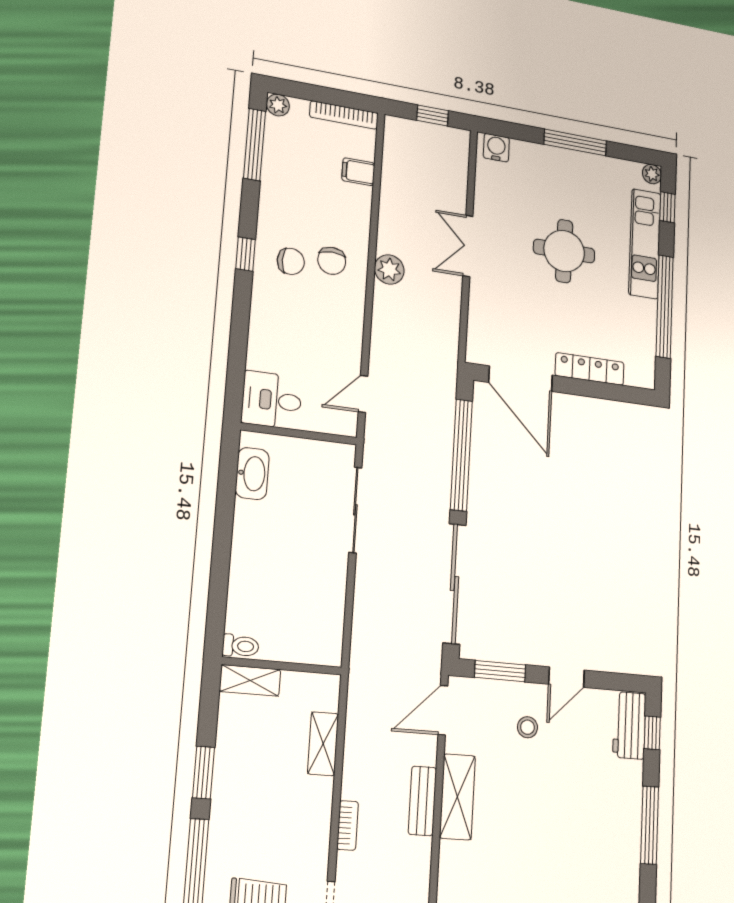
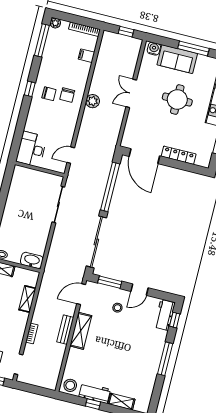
sofa: (548, 166) -> (177, 59), added
desk: (272, 400) -> (31, 149), width x1.37
washbasin: (252, 474) -> (32, 260), moved, turned -90

